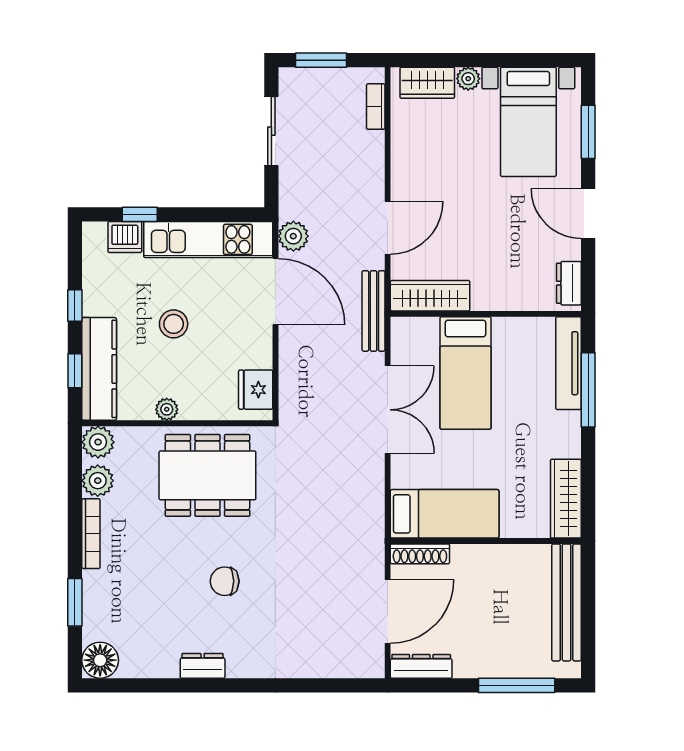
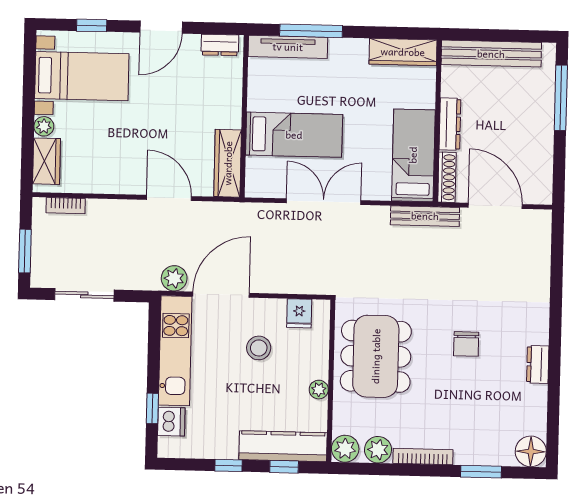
window: (588, 132) -> (92, 25), width x0.67
bench: (374, 311) -> (425, 216), moved
stool: (174, 324) -> (259, 348), moved
fridge: (256, 390) -> (299, 313), width x0.72
dresser: (421, 666) -> (450, 124), moved, turned 180

